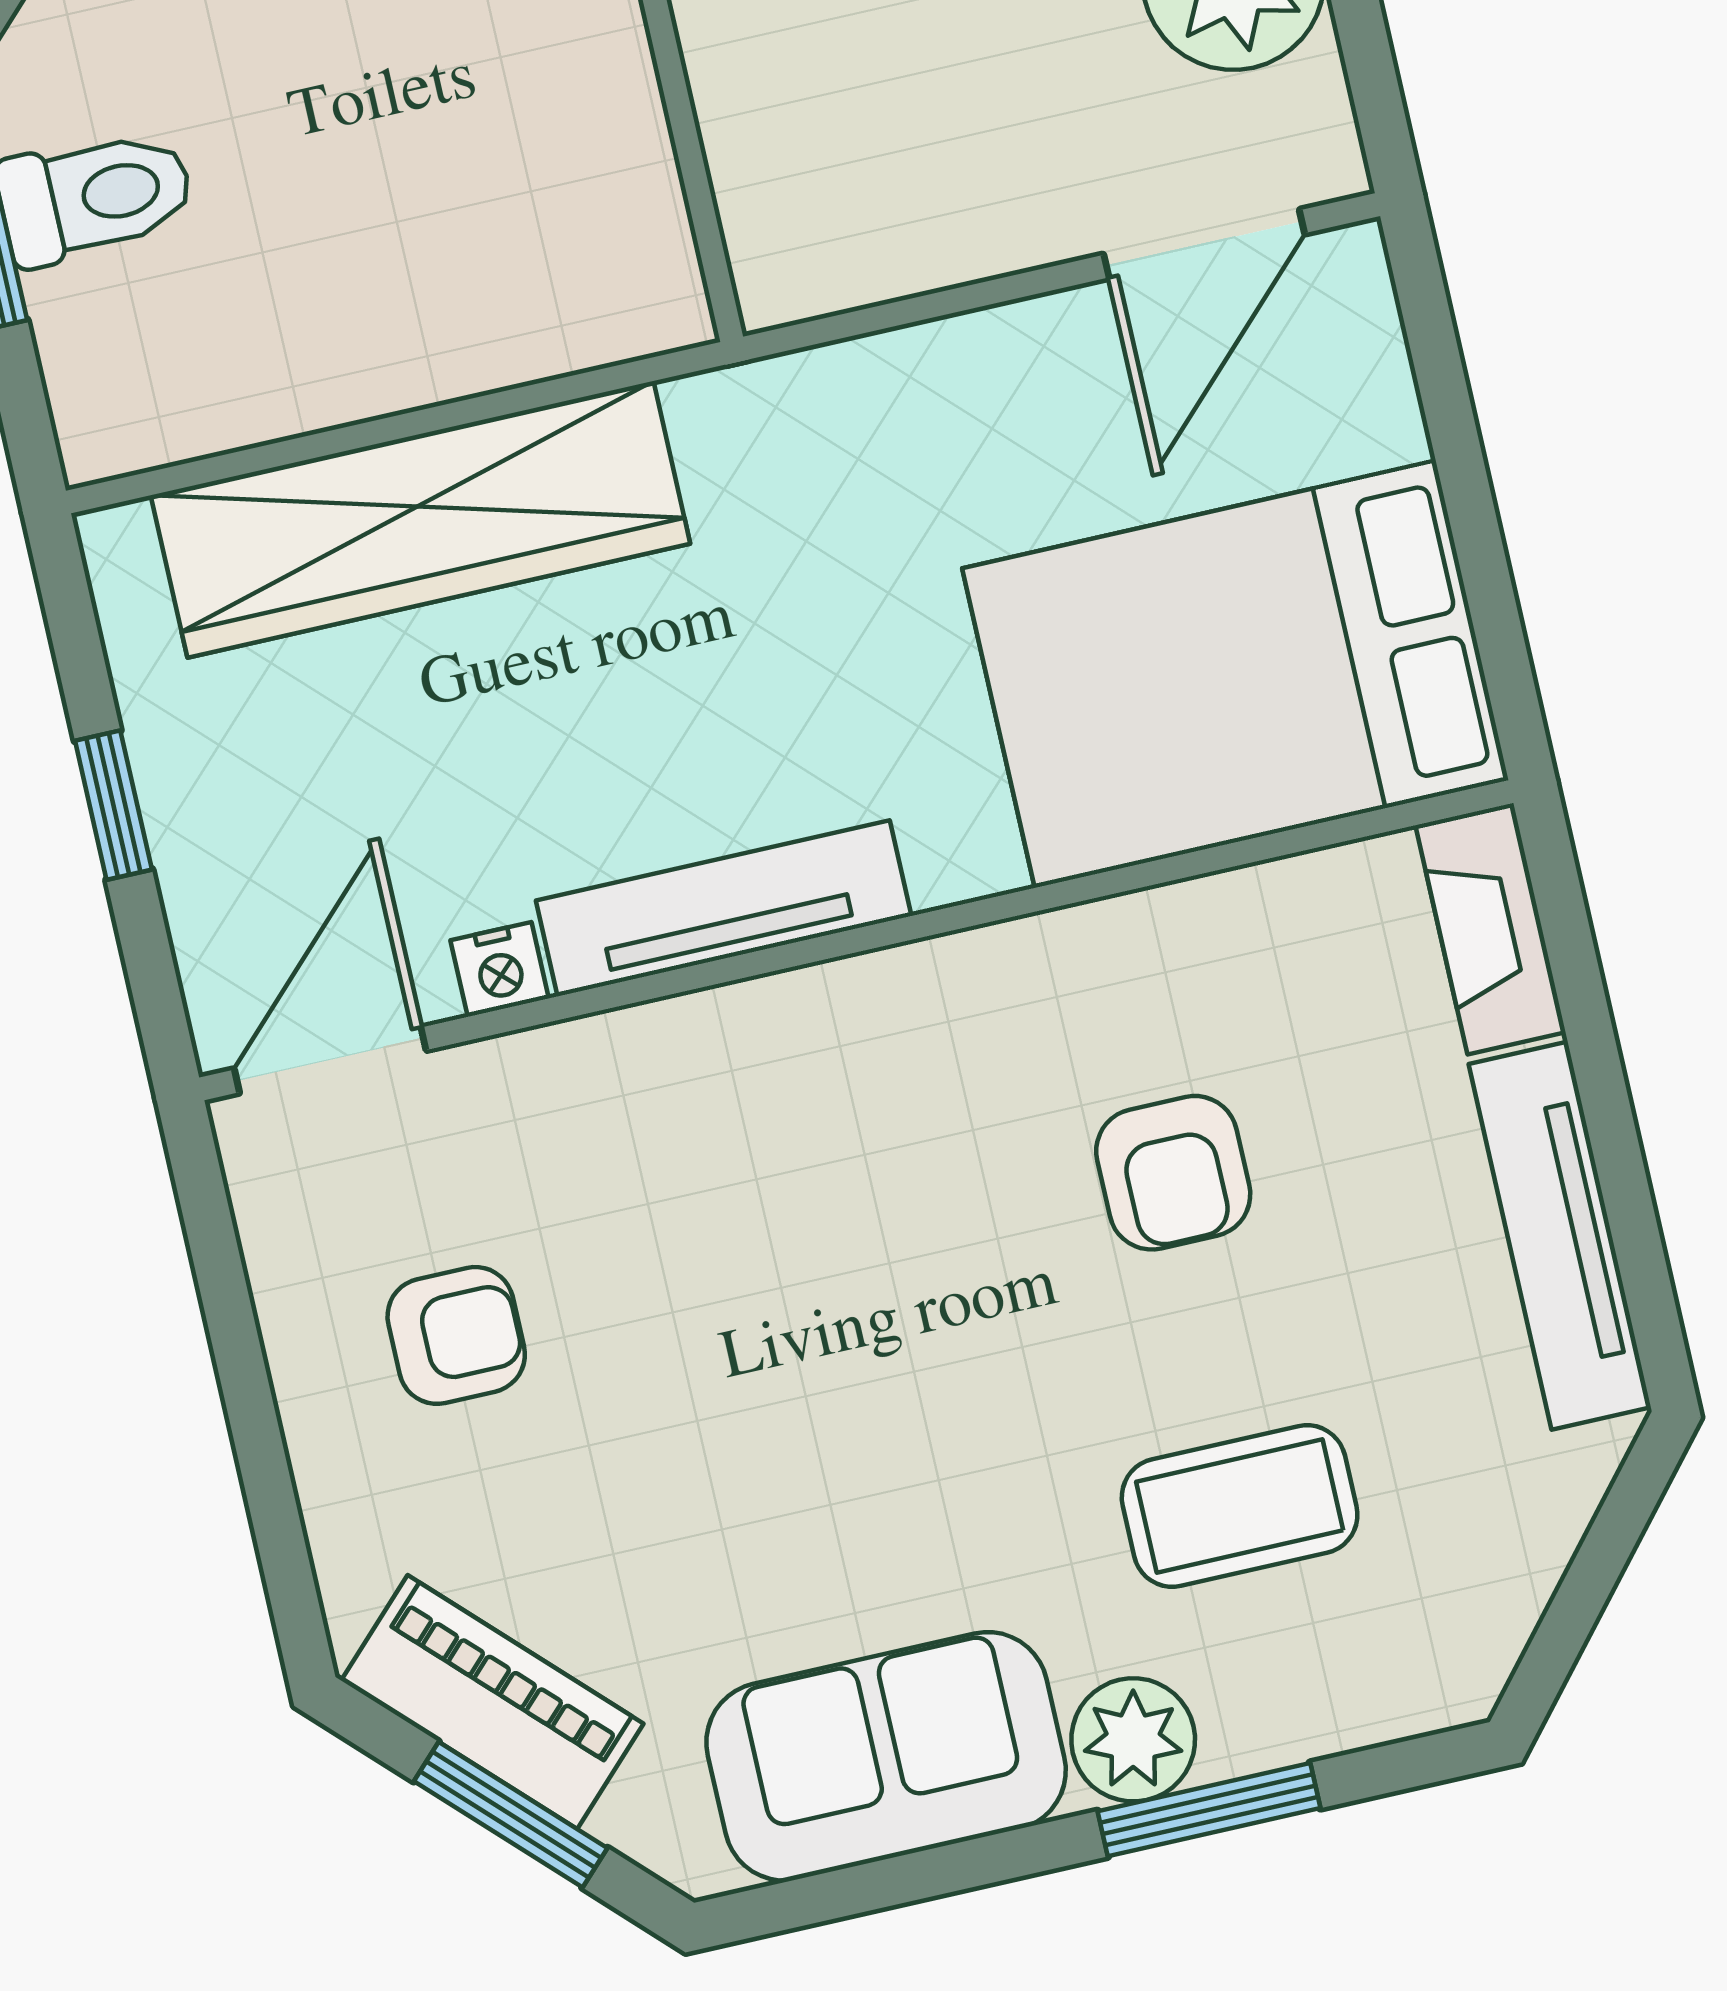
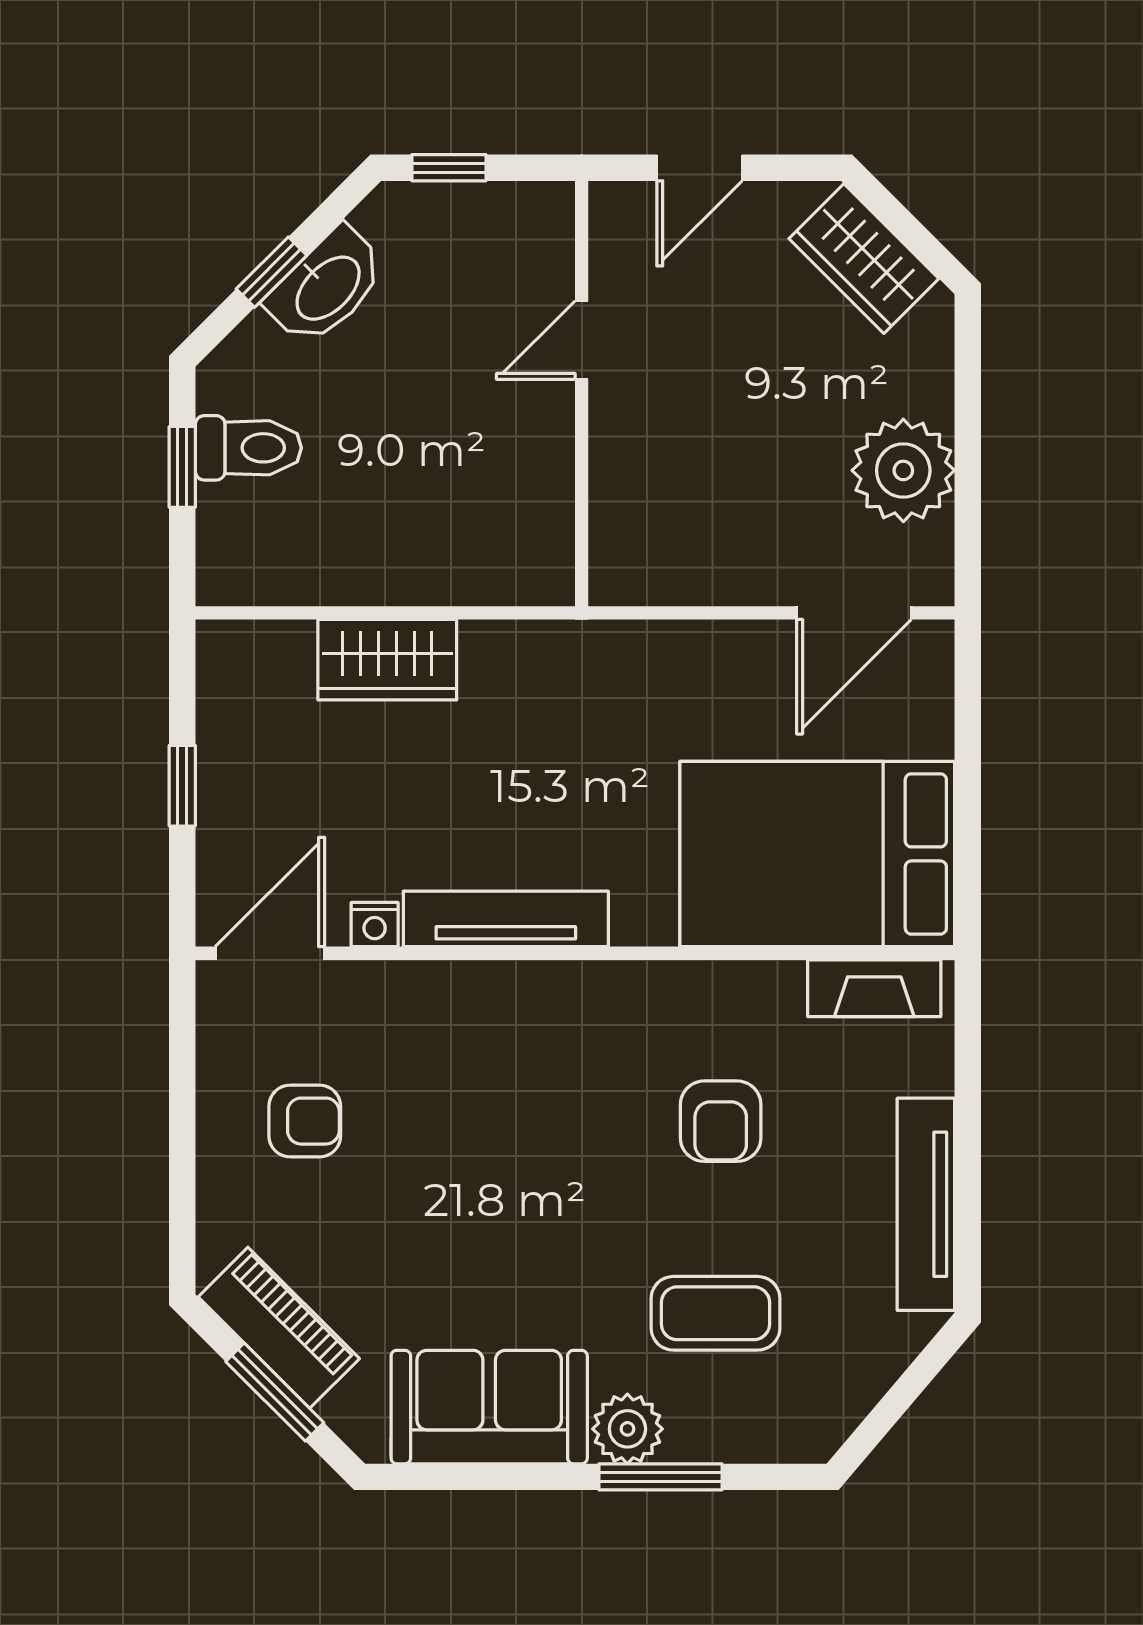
wardrobe: (420, 519) -> (387, 660), width x0.48, depth x0.85
fireplace: (1491, 929) -> (874, 988), moved, turned -90

